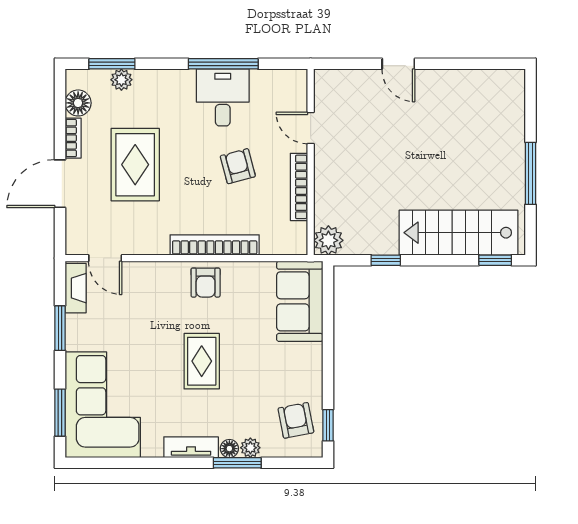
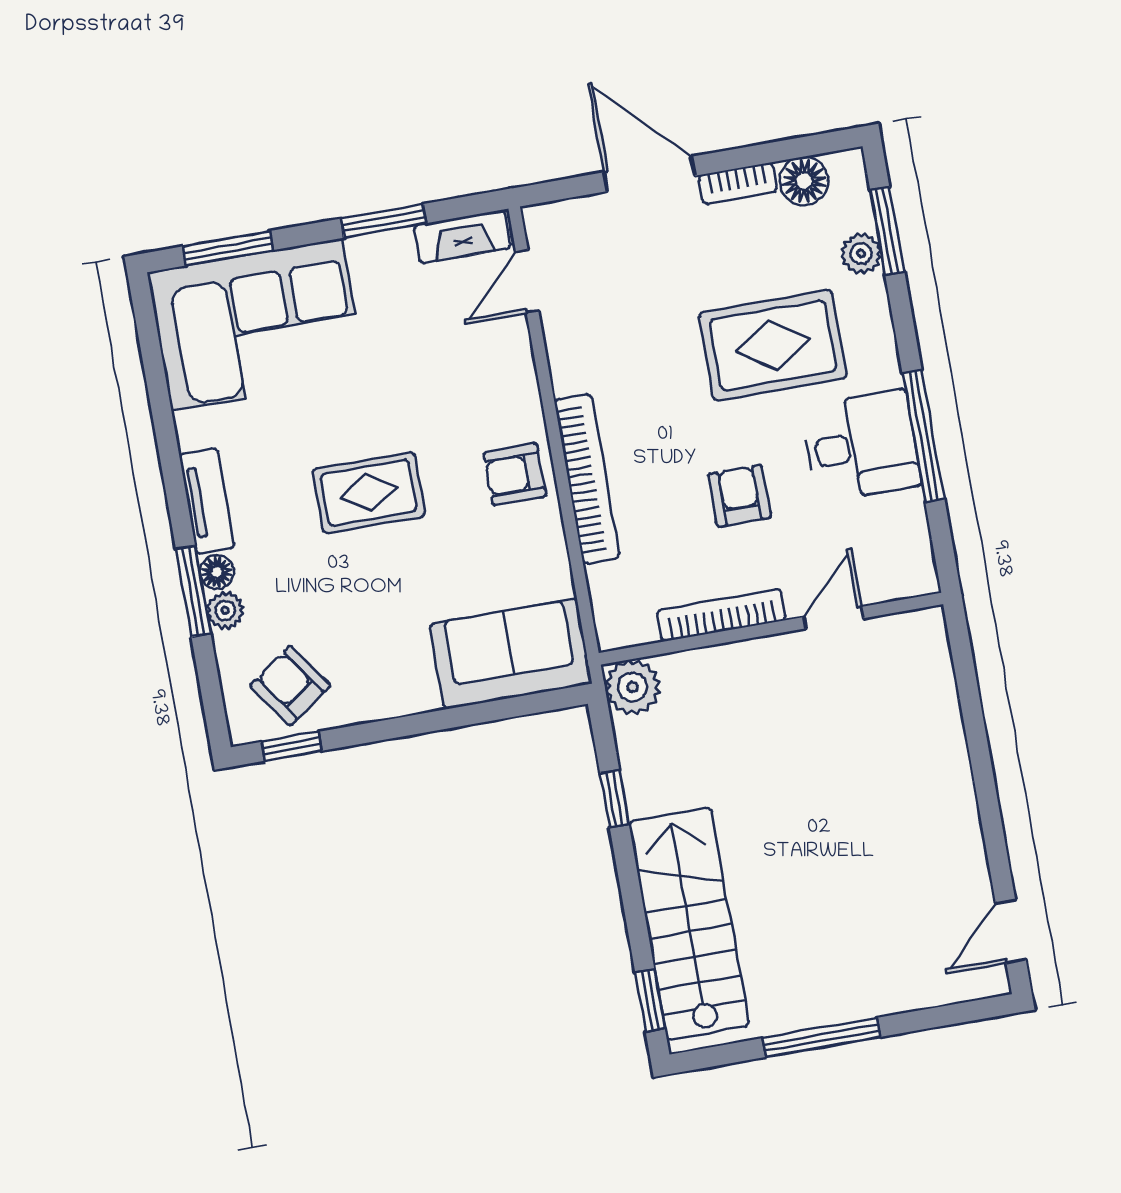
door: (398, 64) -> (1011, 931), moved
rug: (135, 165) -> (773, 345), moved
armchair: (238, 166) -> (740, 496), turned -75
armchair: (296, 420) -> (290, 685), turned -114

